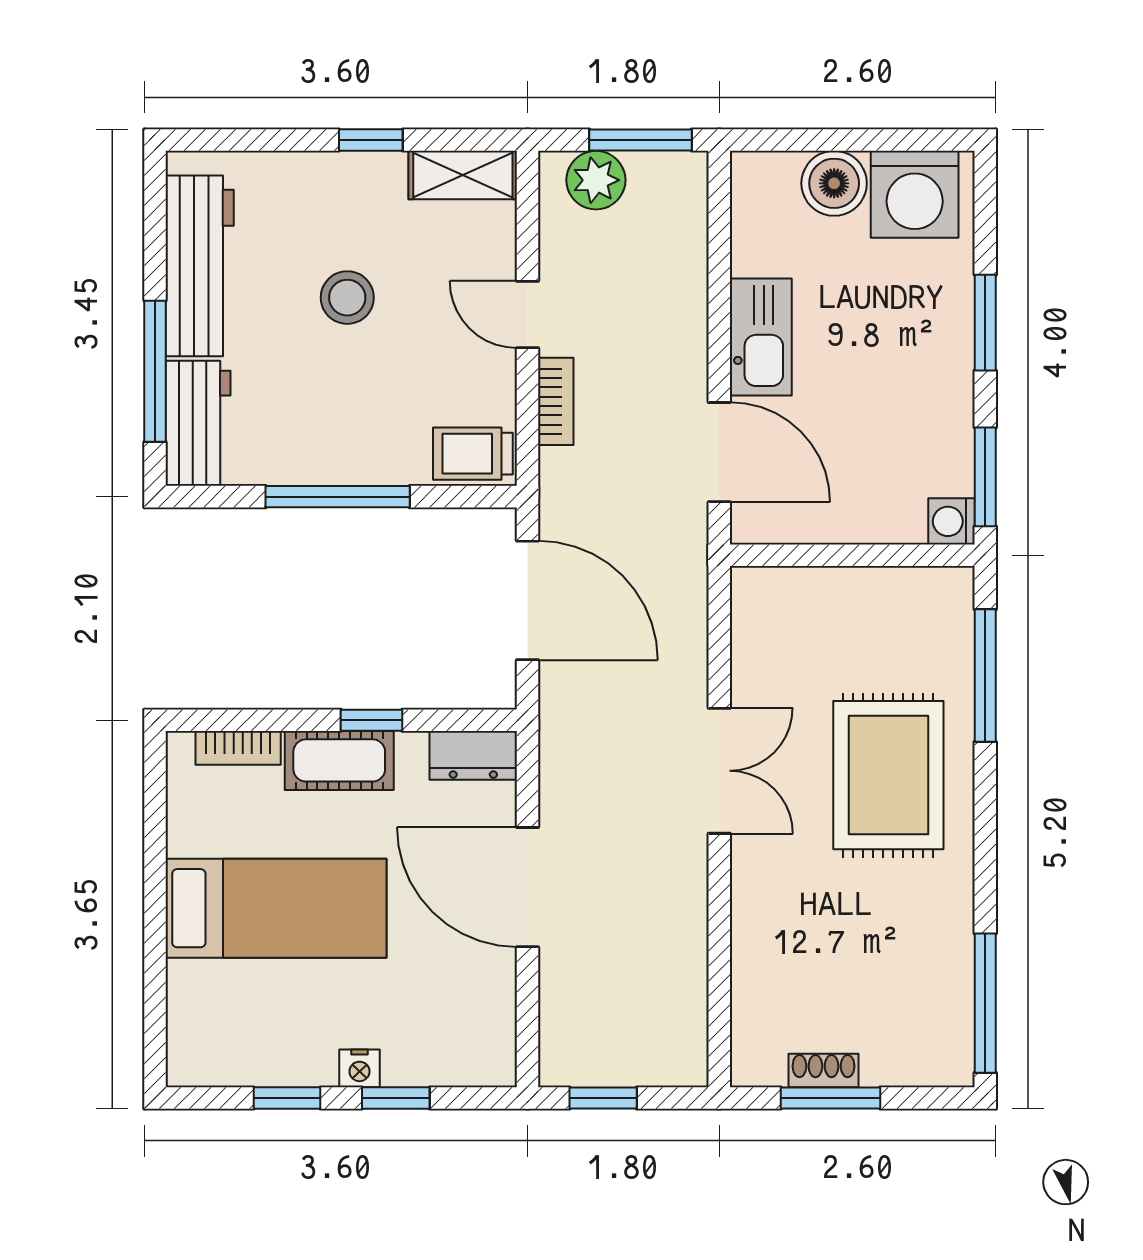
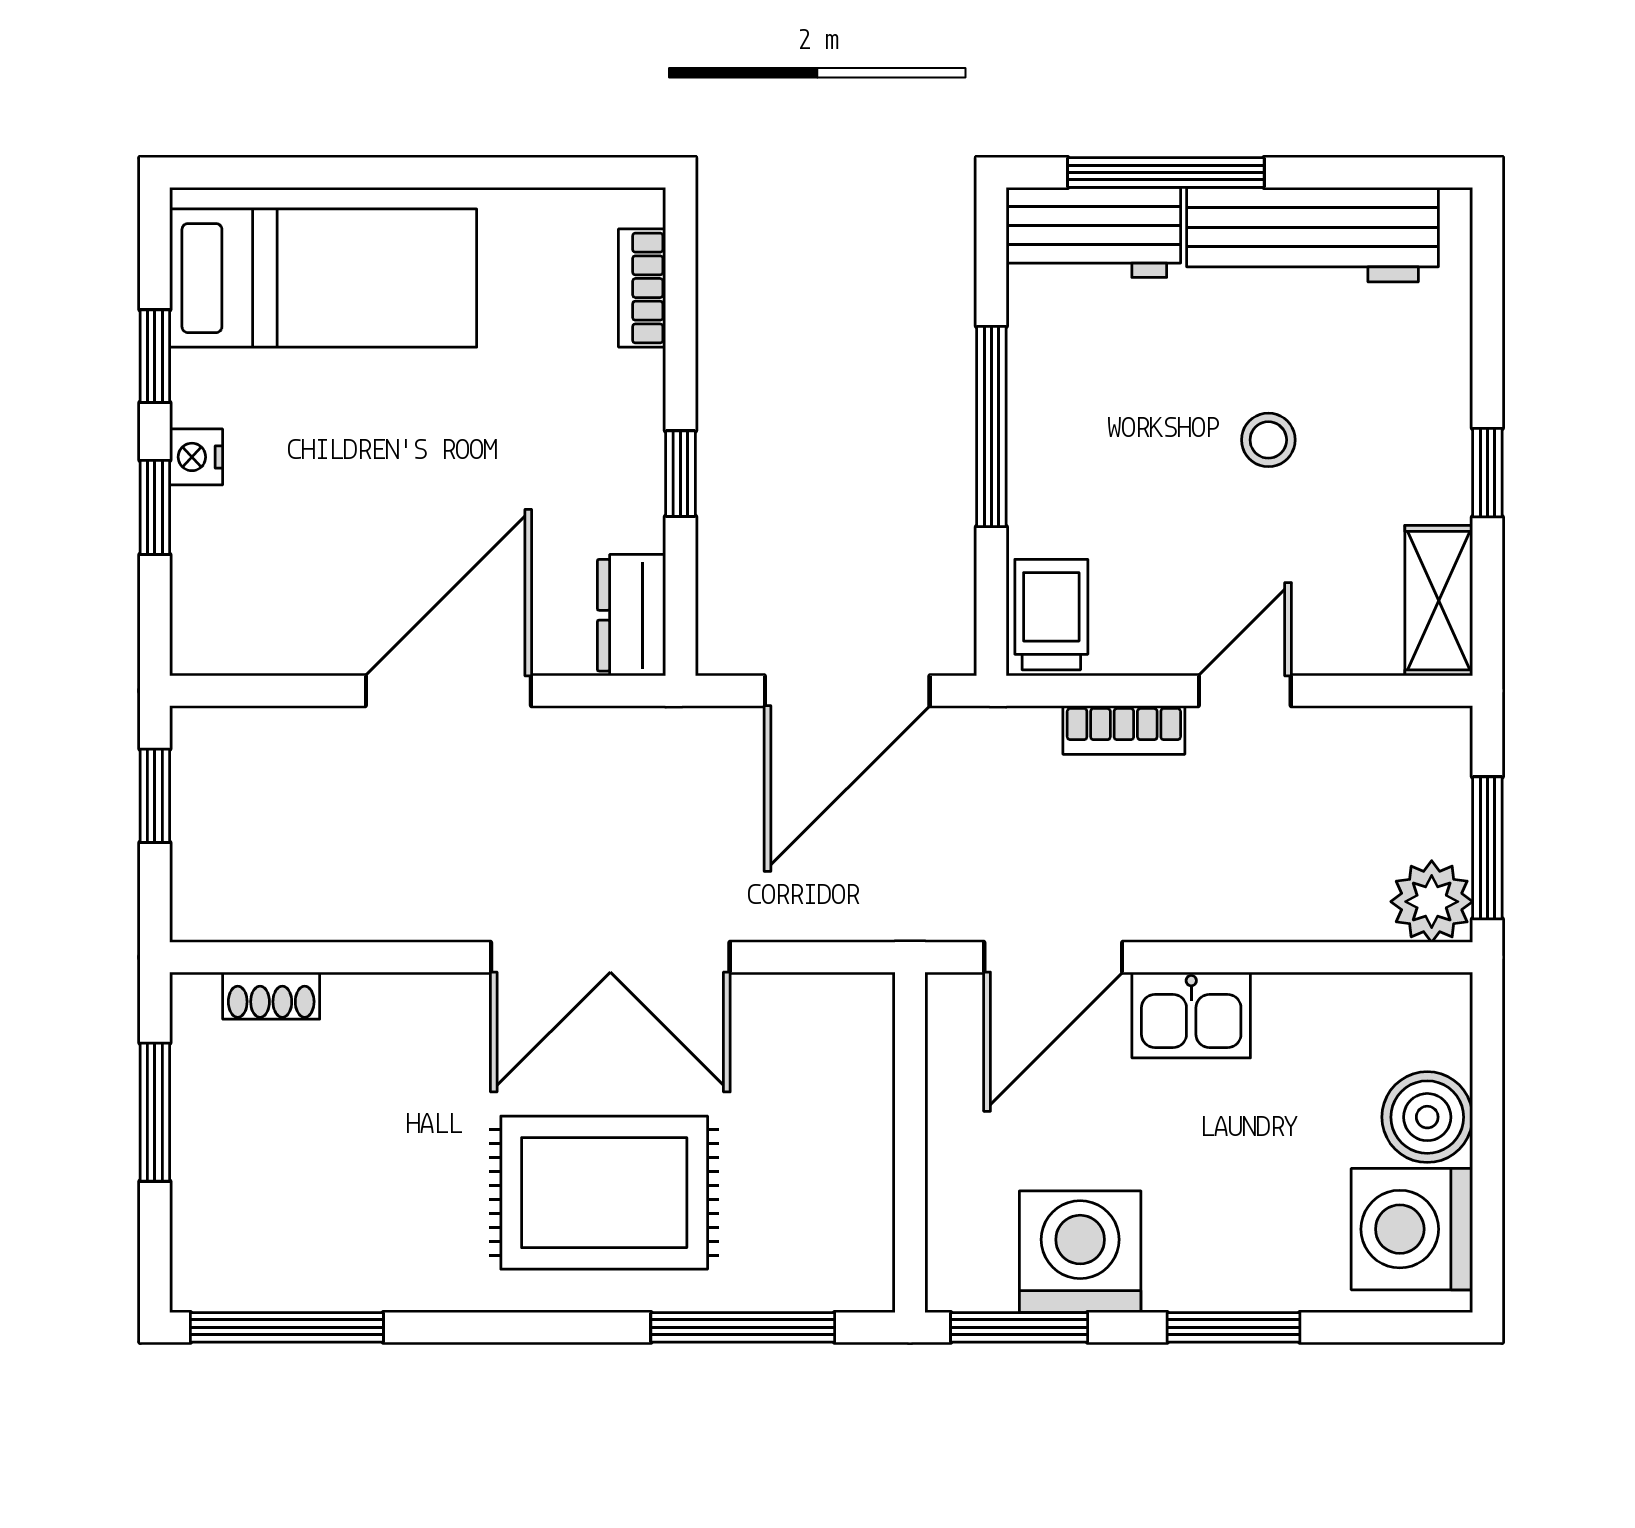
plant: (596, 180) -> (1432, 902), moved
stool: (347, 298) -> (1268, 440), width x0.73, depth x0.73
kitchen sink: (761, 337) -> (1191, 1015), width x0.73
washing machine: (951, 521) -> (1080, 1252), moved, width x1.89, depth x1.89
cot: (339, 760) -> (625, 429), removed
double door: (719, 771) -> (610, 957), width x1.37
bed: (276, 908) -> (323, 278), moved, turned -90
shoe rack: (823, 1070) -> (271, 996), moved, turned 90

